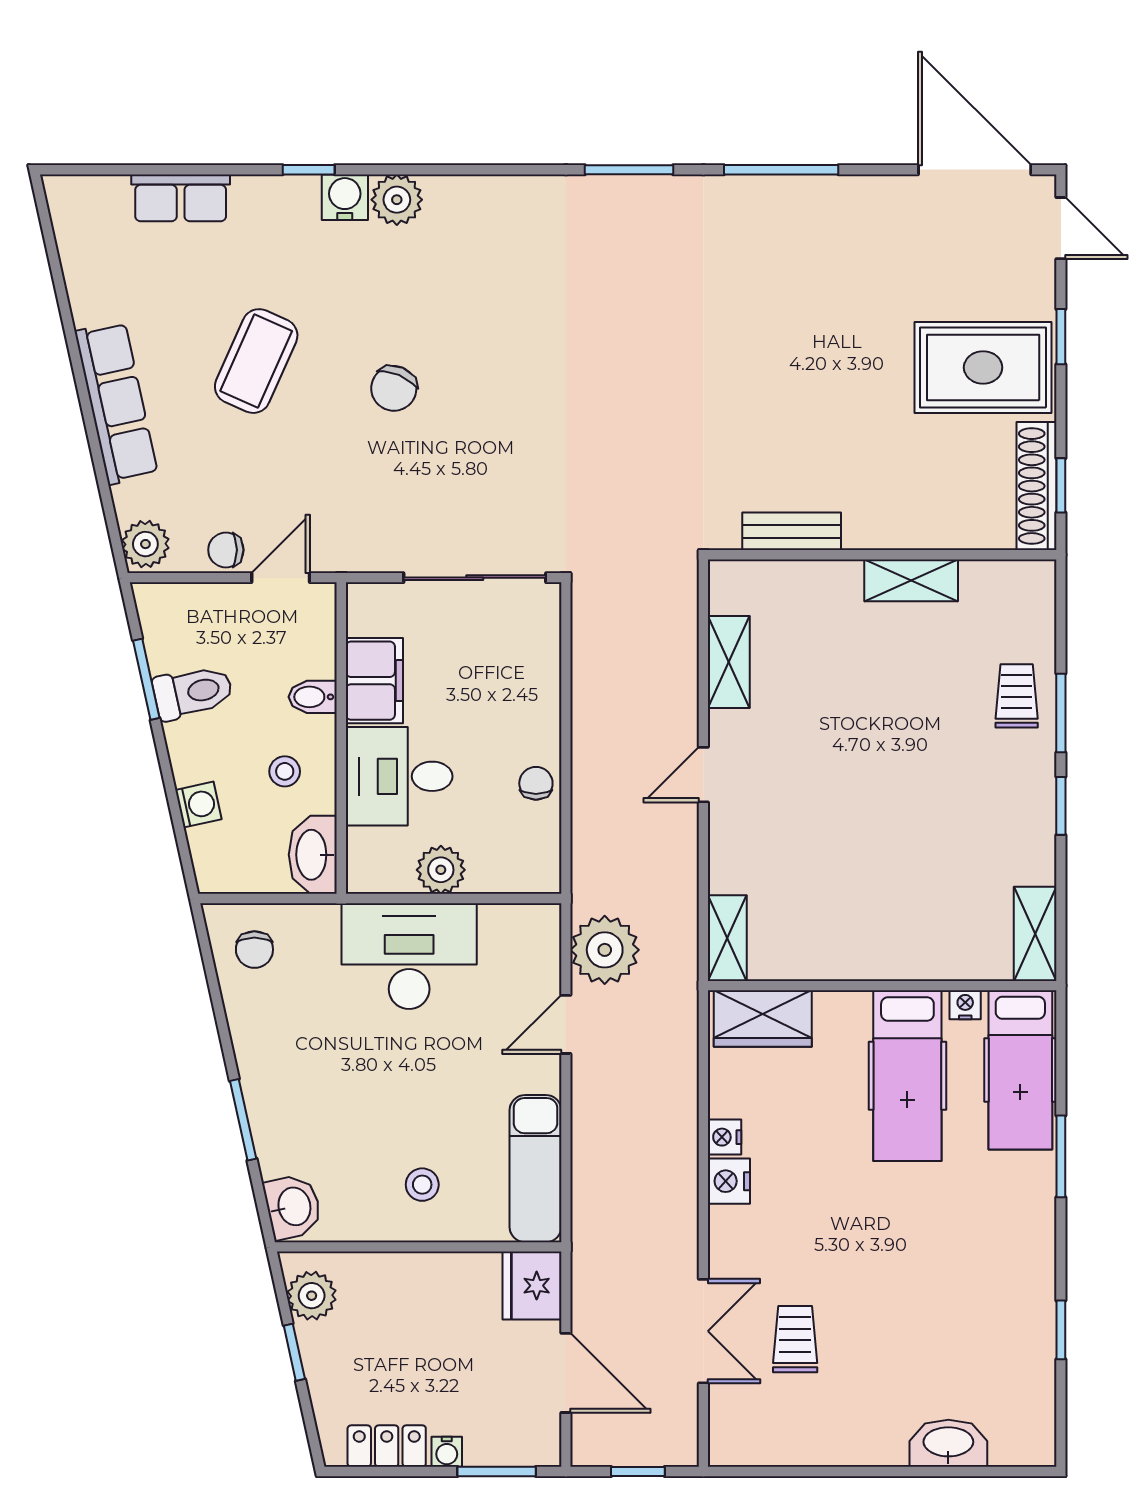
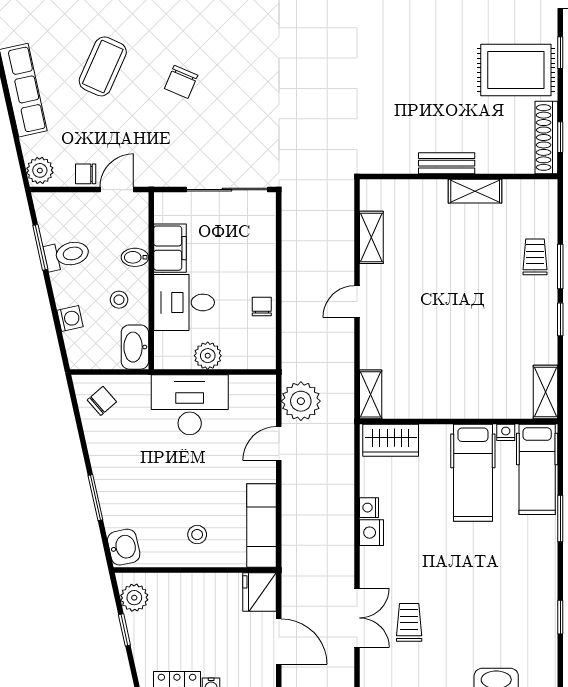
bench: (792, 531) -> (447, 163), moved
chair: (254, 950) -> (102, 401), turned -131

